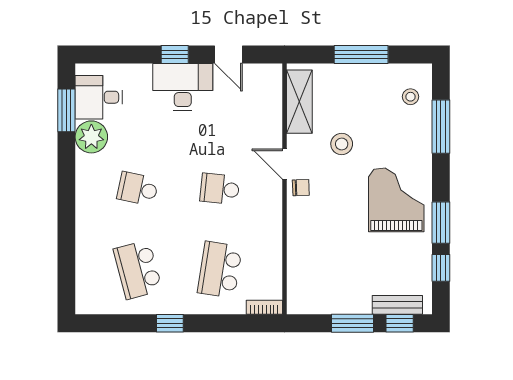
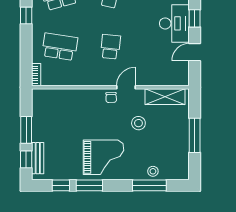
stool: (410, 97) -> (153, 171), moved

